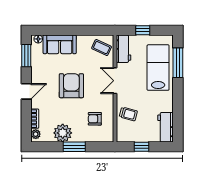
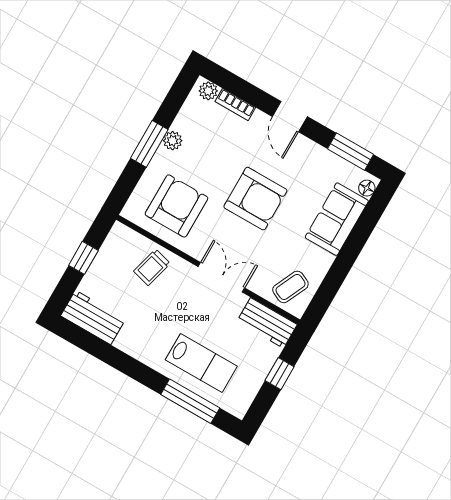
lab bench: (158, 68) -> (201, 363), width x0.73, depth x0.72
armchair: (95, 119) -> (176, 206), width x1.88, depth x1.88
plant: (63, 133) -> (173, 141), width x0.53, depth x0.53

